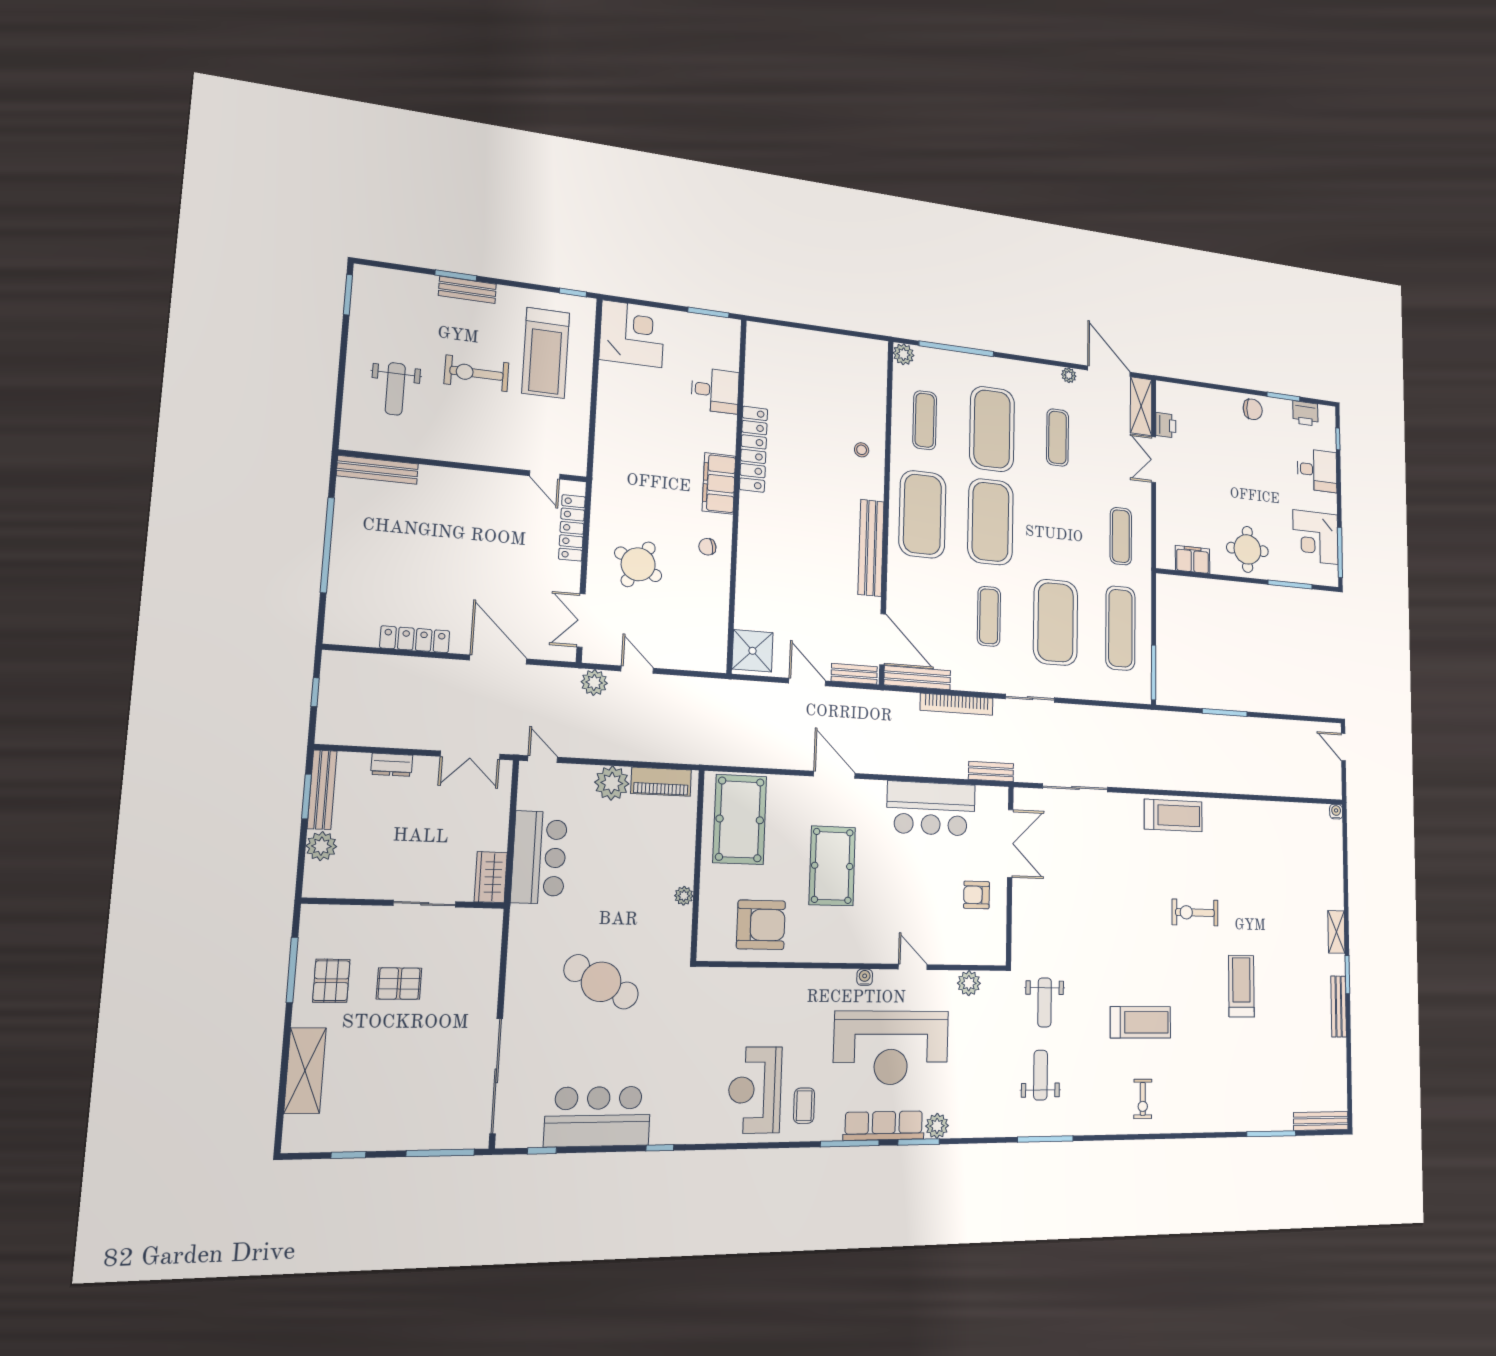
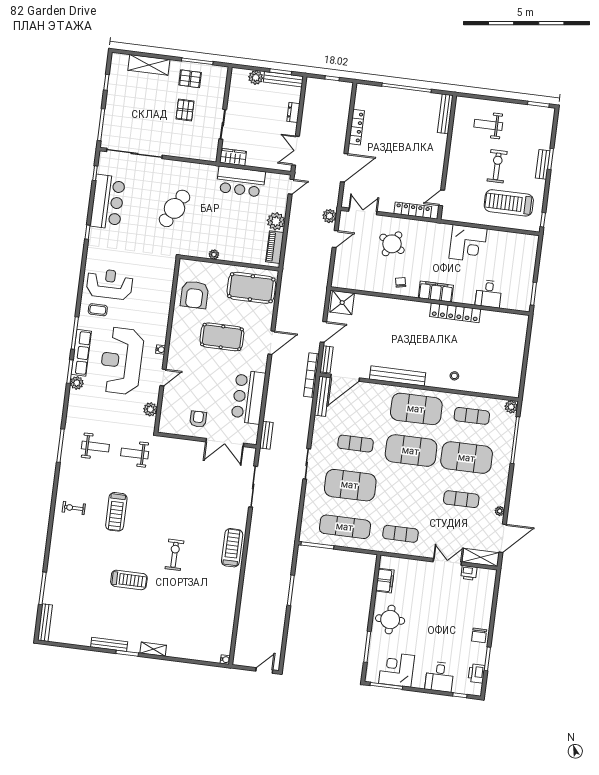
corner desk: (632, 334) -> (468, 243), moved
bookcase: (957, 704) -> (311, 375), moved
treadmill: (1173, 815) -> (232, 548), turned 180

